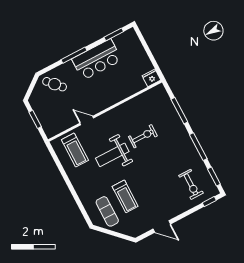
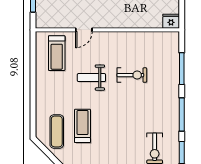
door: (87, 121) -> (84, 30), swing flipped
weight bench: (112, 155) -> (91, 78), width x0.73, depth x0.75
treadmill: (125, 196) -> (83, 126), turned 180

